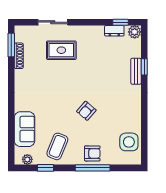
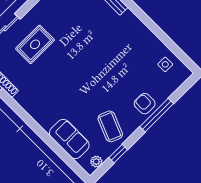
armchair: (86, 111) -> (105, 74), removed
side table: (129, 142) -> (165, 64), width x0.54, depth x0.54
armchair: (92, 153) -> (145, 104), turned -90

